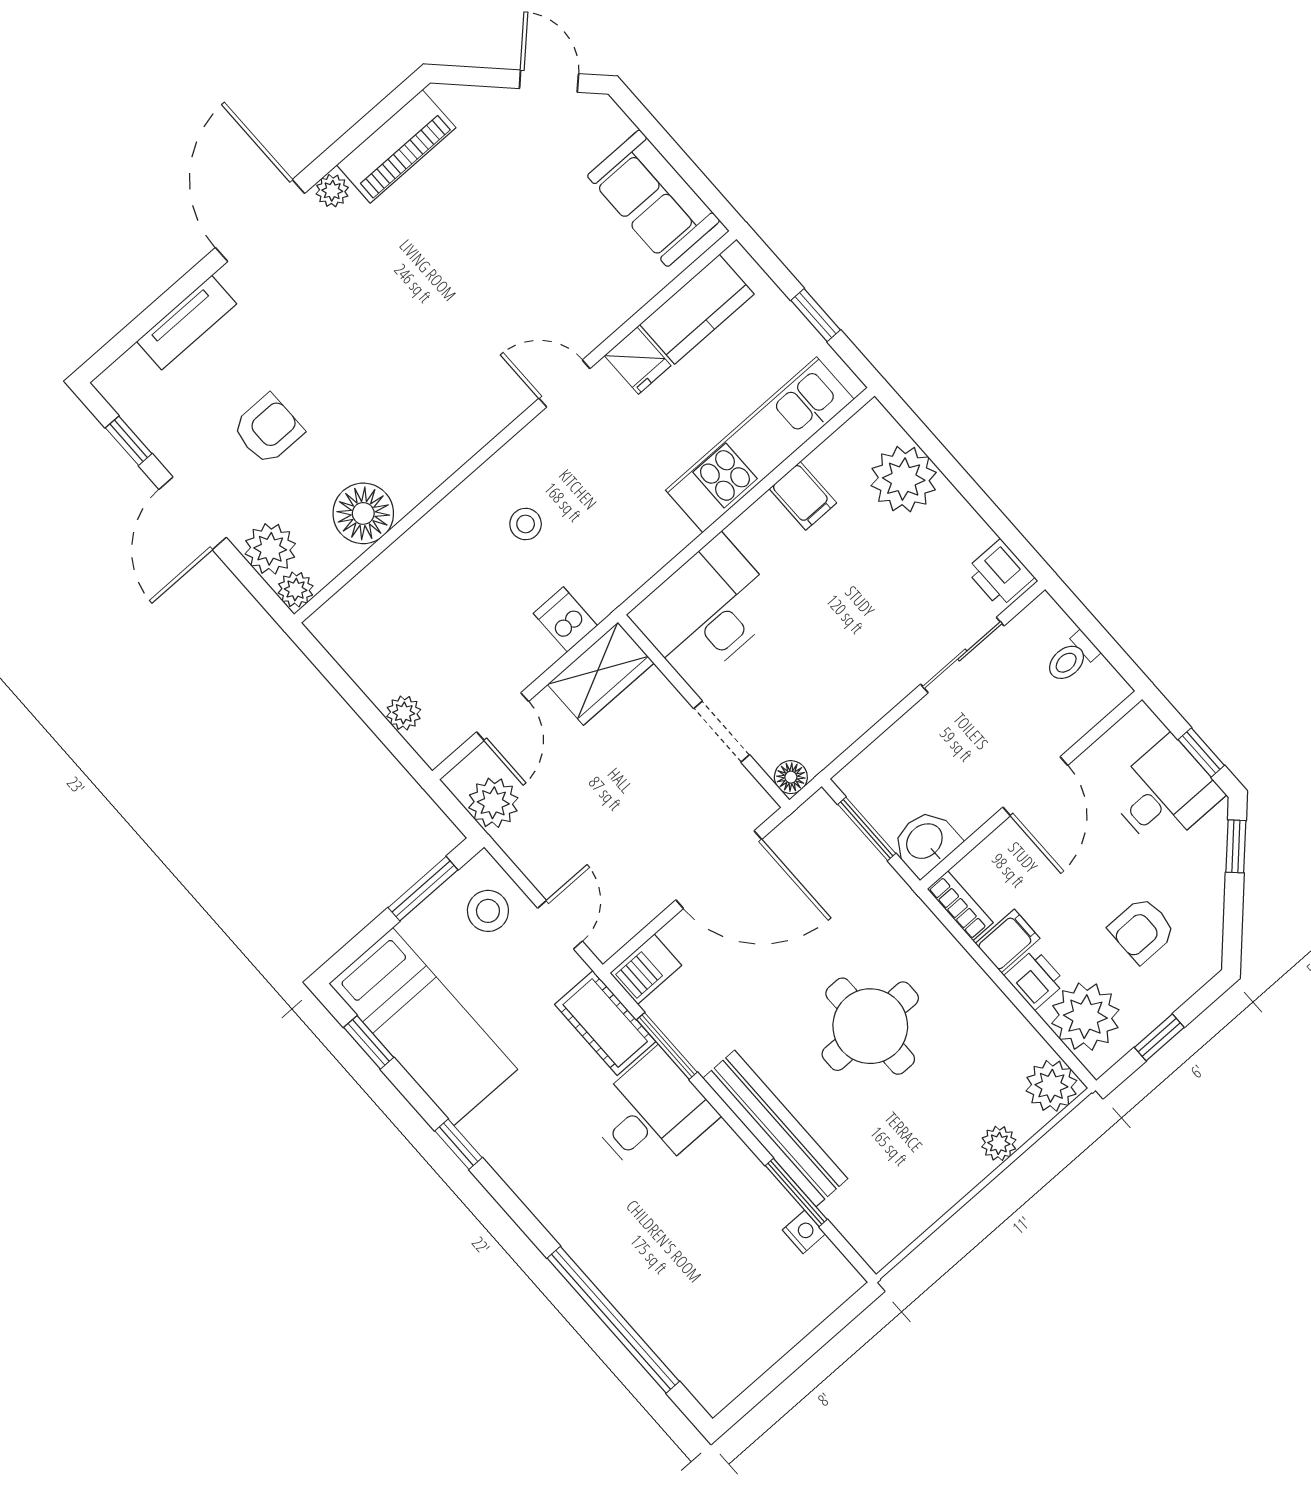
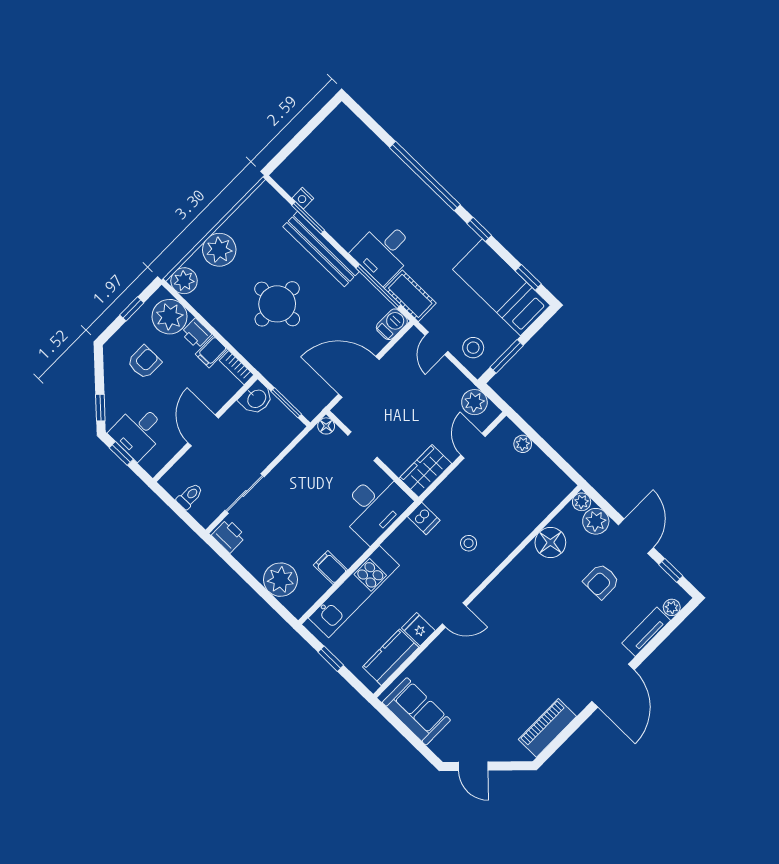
plant: (332, 191) -> (672, 607), moved
dishwasher: (565, 619) -> (424, 518), moved
window: (667, 1046) -> (378, 286), width x1.44
plant: (999, 1143) -> (219, 250), width x1.88, depth x1.88
window: (613, 1320) -> (425, 176), moved

